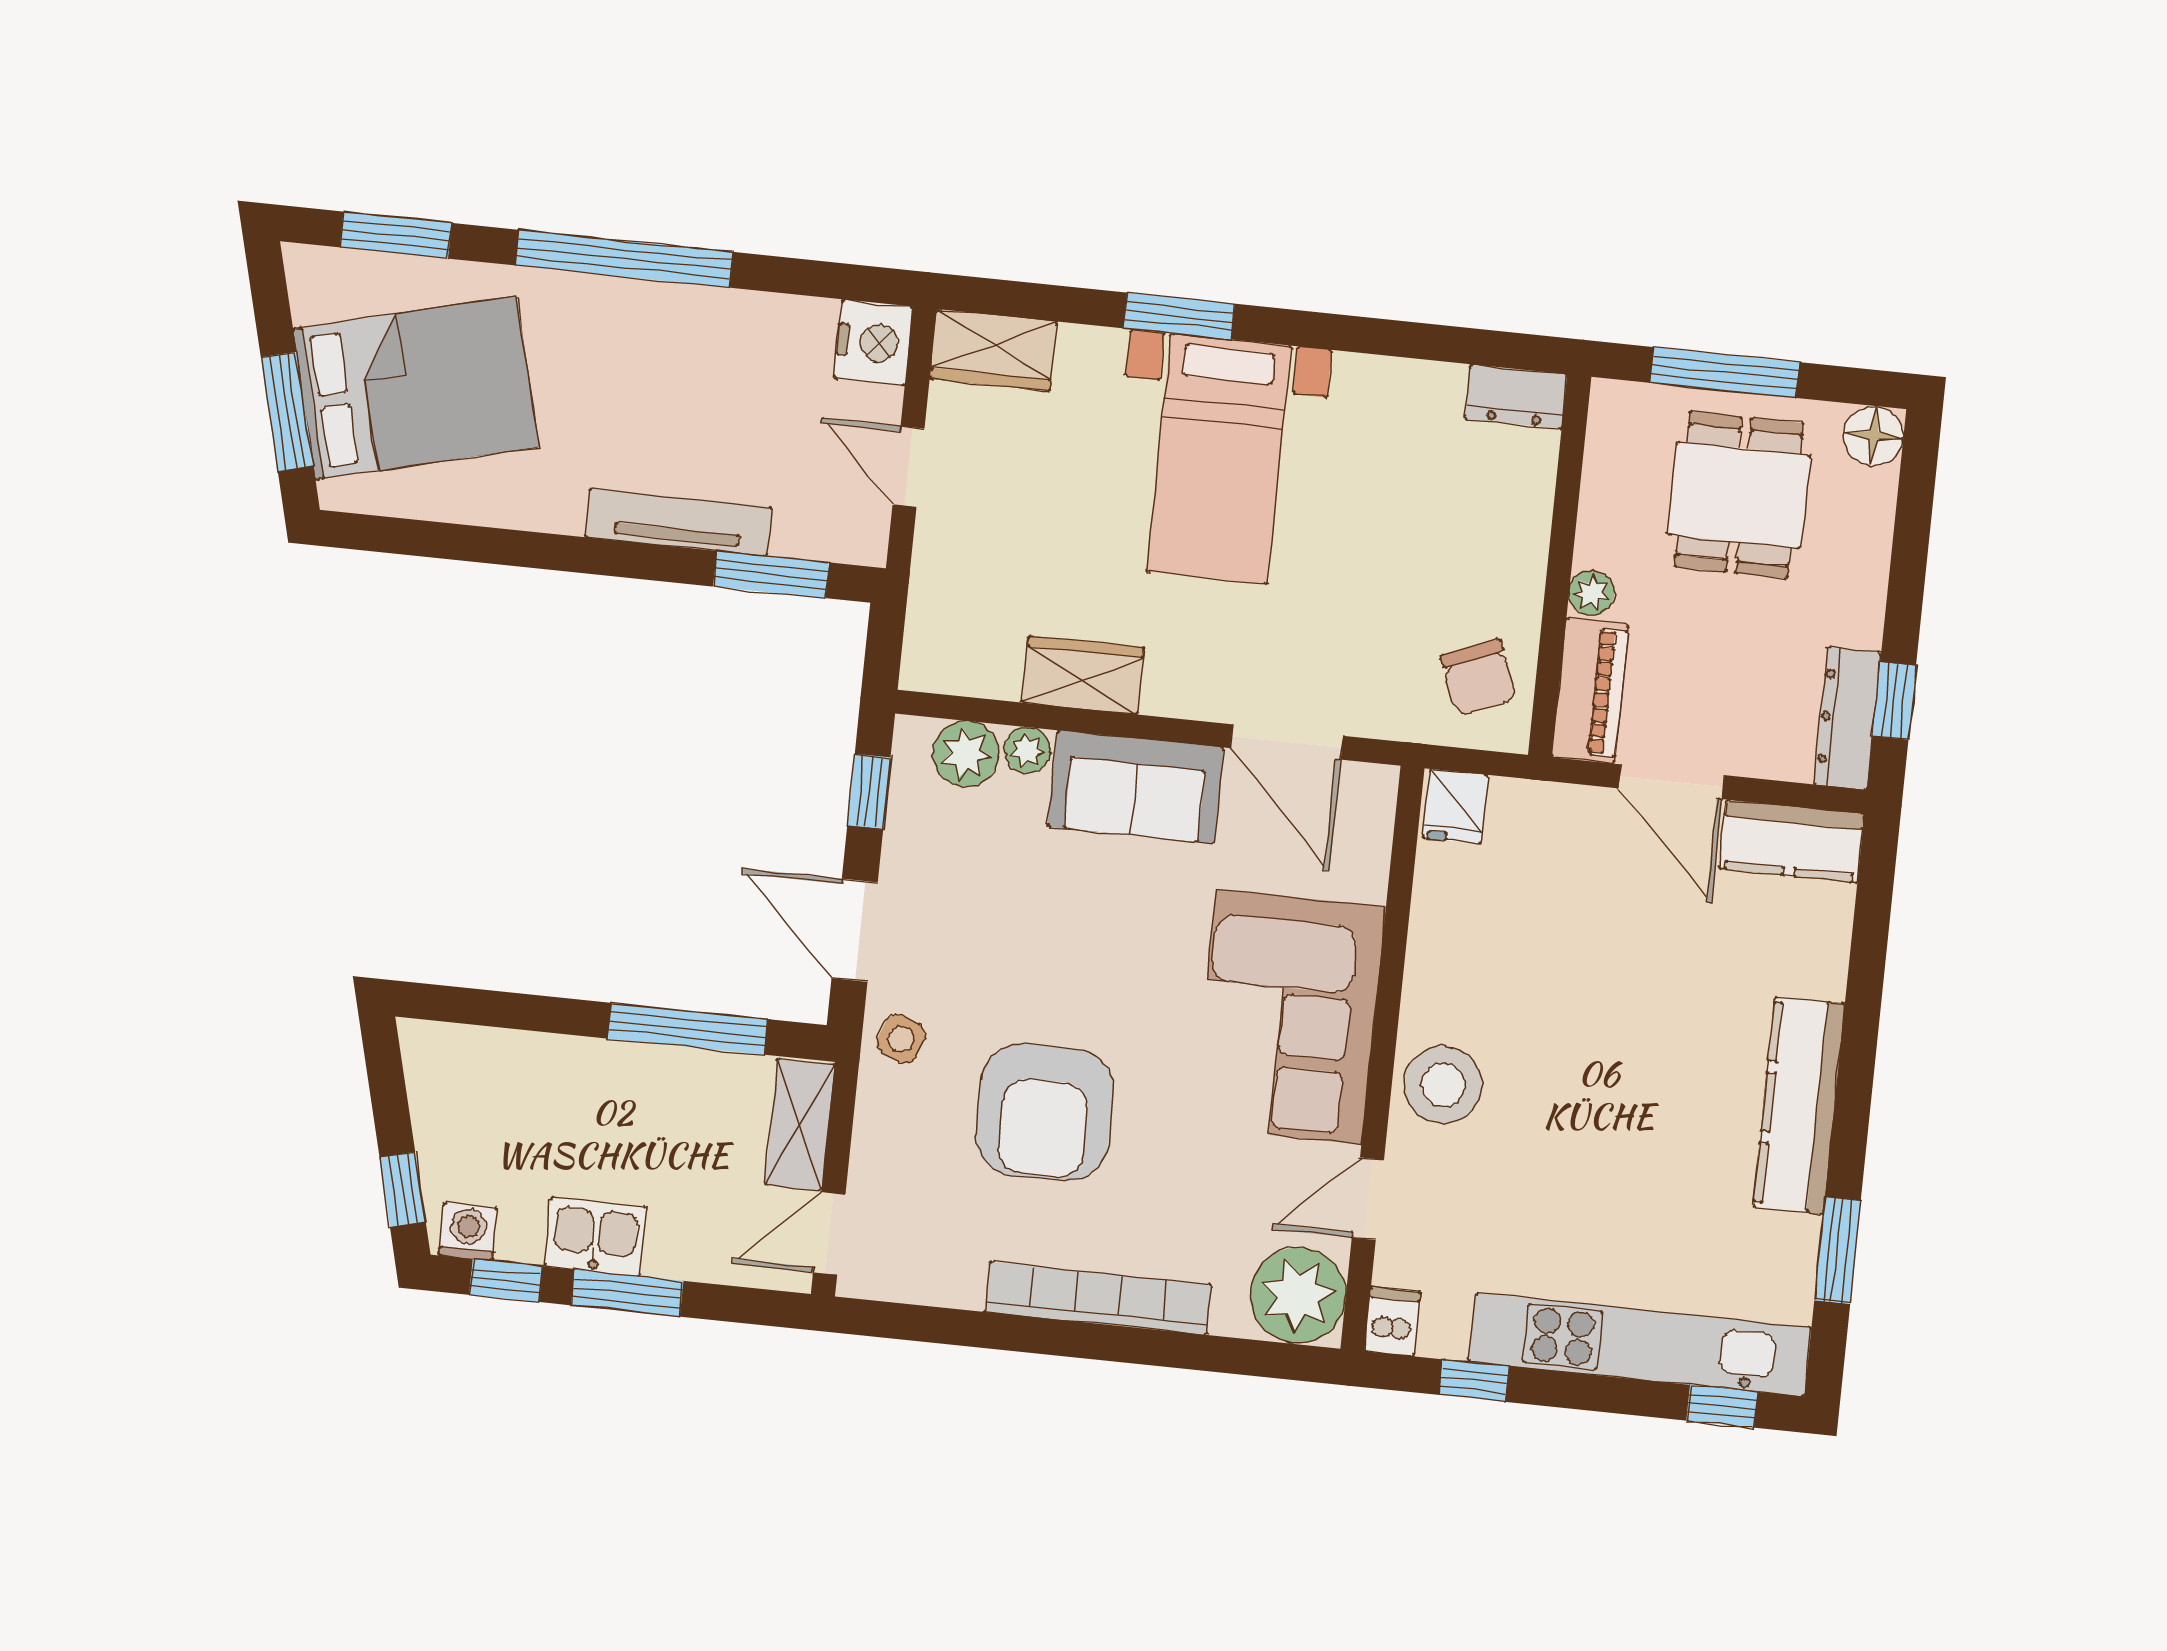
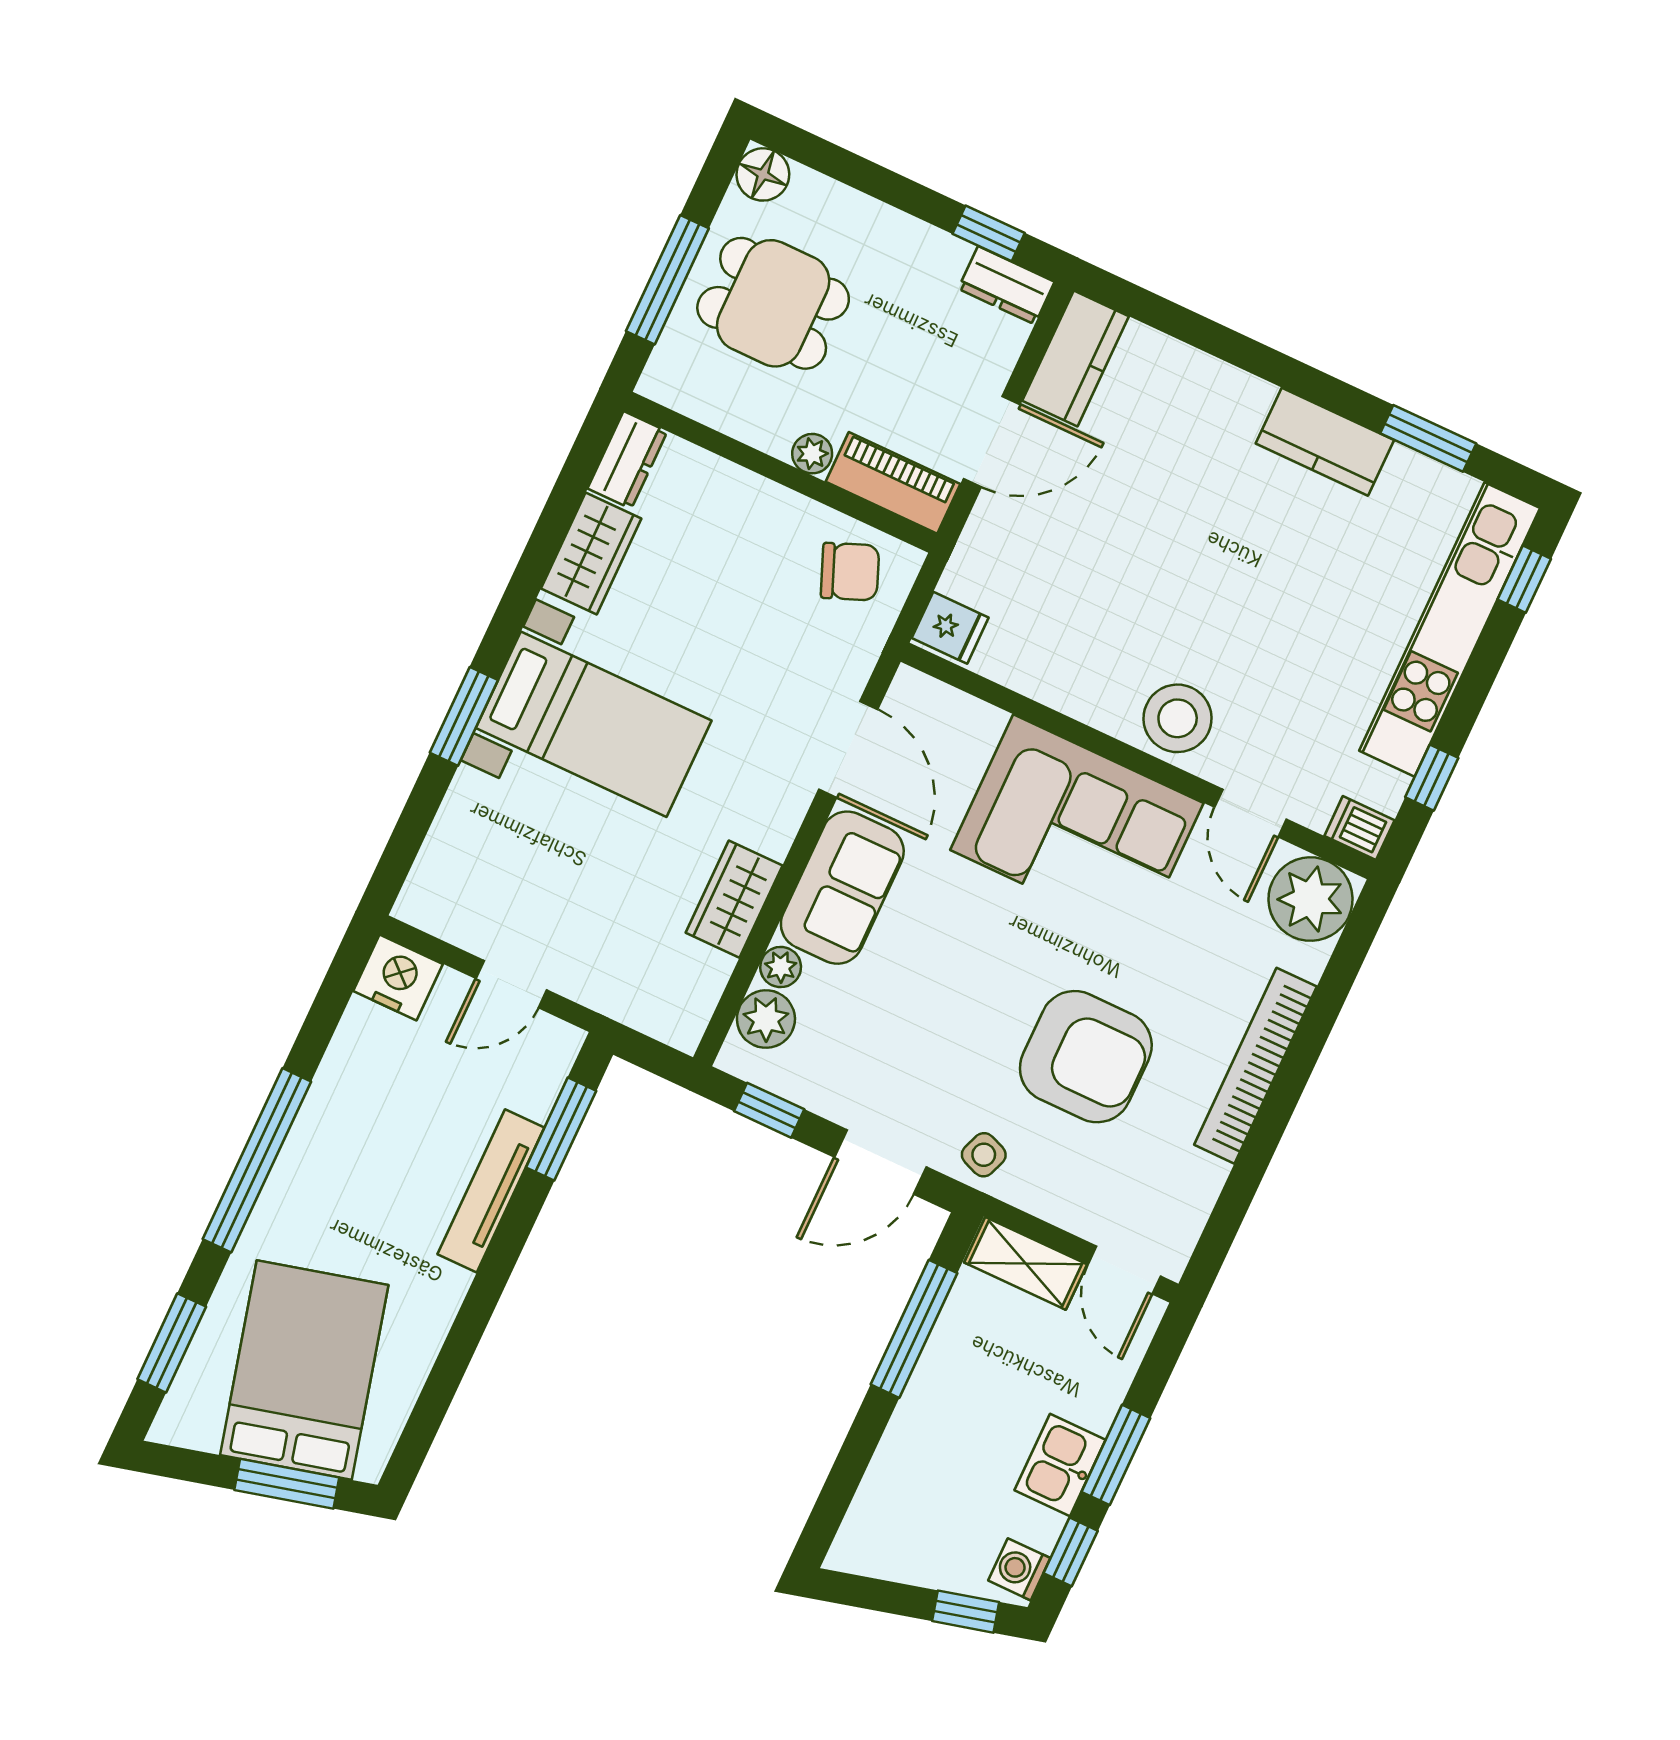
wardrobe: (993, 350) -> (591, 553), moved
dresser: (1847, 718) -> (1006, 285), width x0.70
door: (1287, 742) -> (848, 749), hinge flipped
kitchen counter: (1799, 1105) -> (1325, 442), width x0.67

